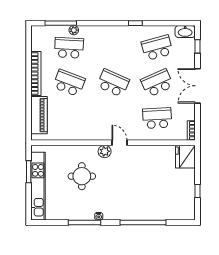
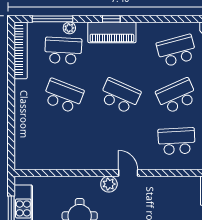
window: (135, 23) -> (111, 19), moved
bookcase: (36, 73) -> (21, 50), moved
piano: (39, 115) -> (112, 32), moved, turned 90

